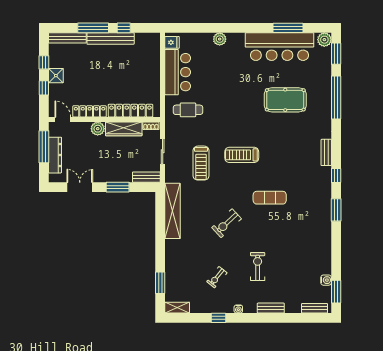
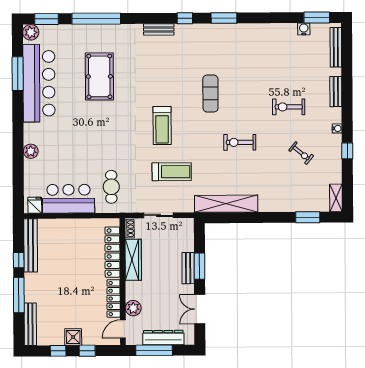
bench: (111, 39) -> (31, 245), moved
plant: (98, 129) -> (133, 308), moved
bench: (146, 177) -> (188, 268), moved
exercise bike: (227, 223) -> (240, 142), turned 133
bench: (315, 308) -> (336, 47), width x1.36

